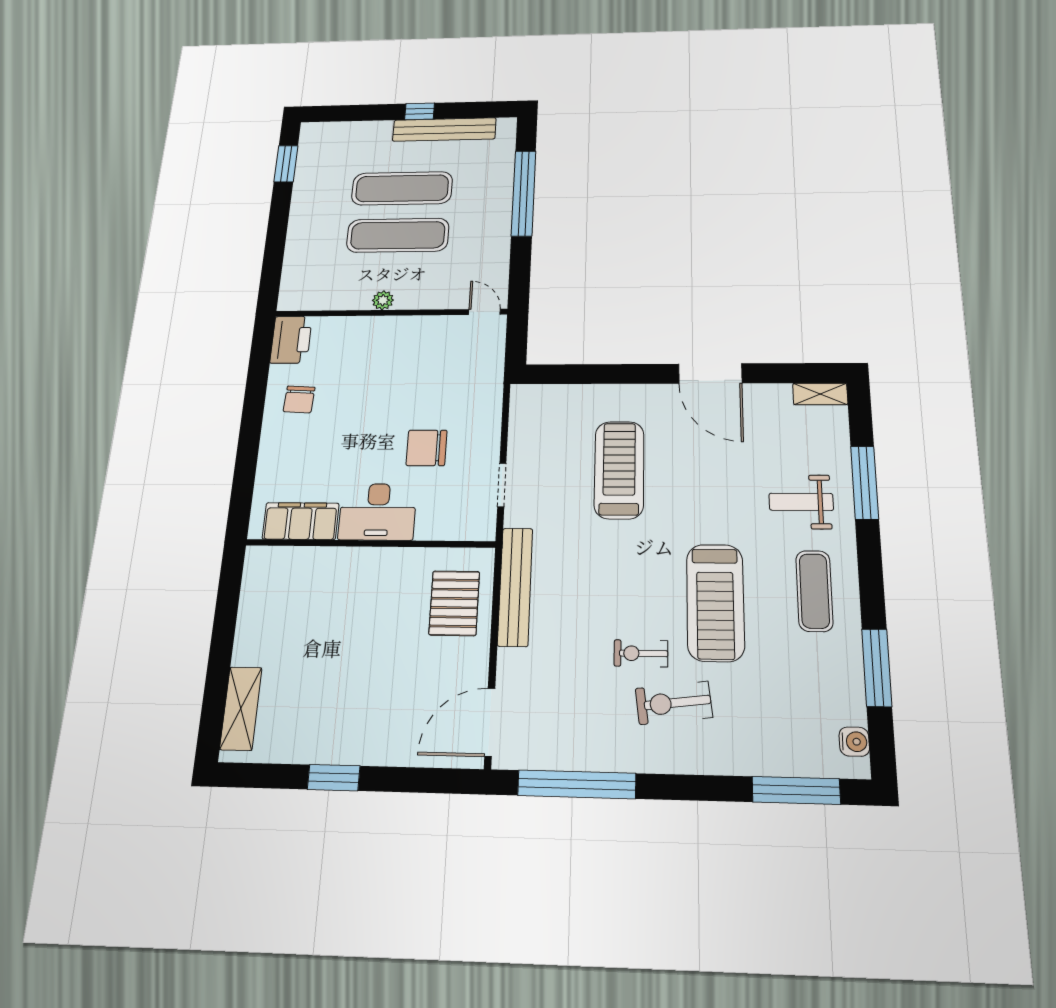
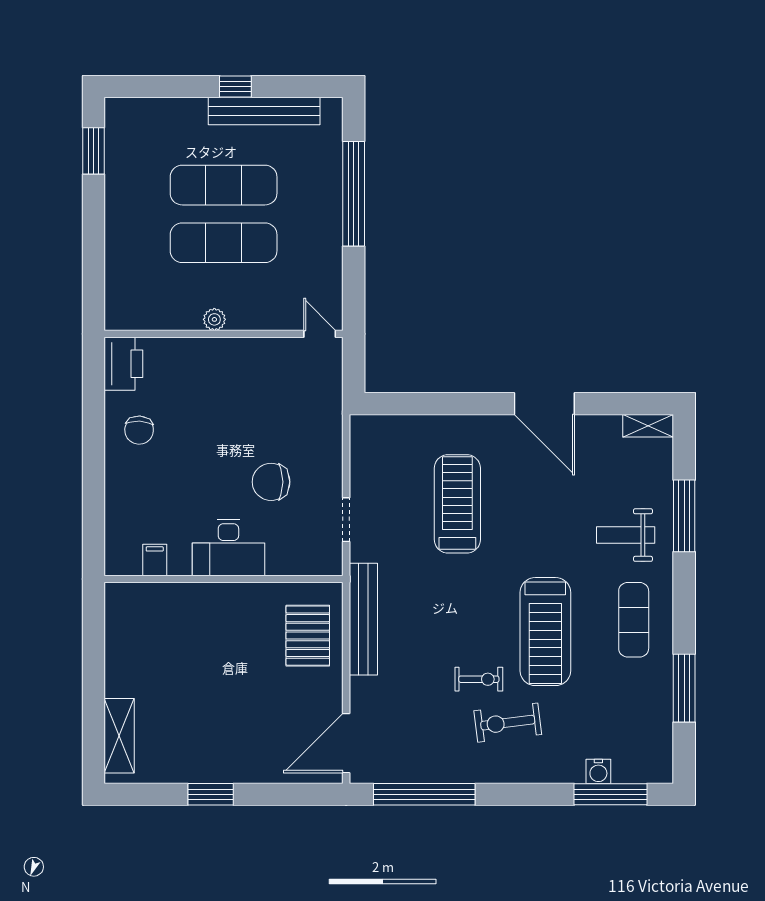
filing cabinet: (301, 521) -> (155, 560), width x0.33, depth x0.86
exercise bike: (641, 653) -> (479, 679), turned 180
water cooler: (854, 742) -> (598, 771), moved, turned 90

